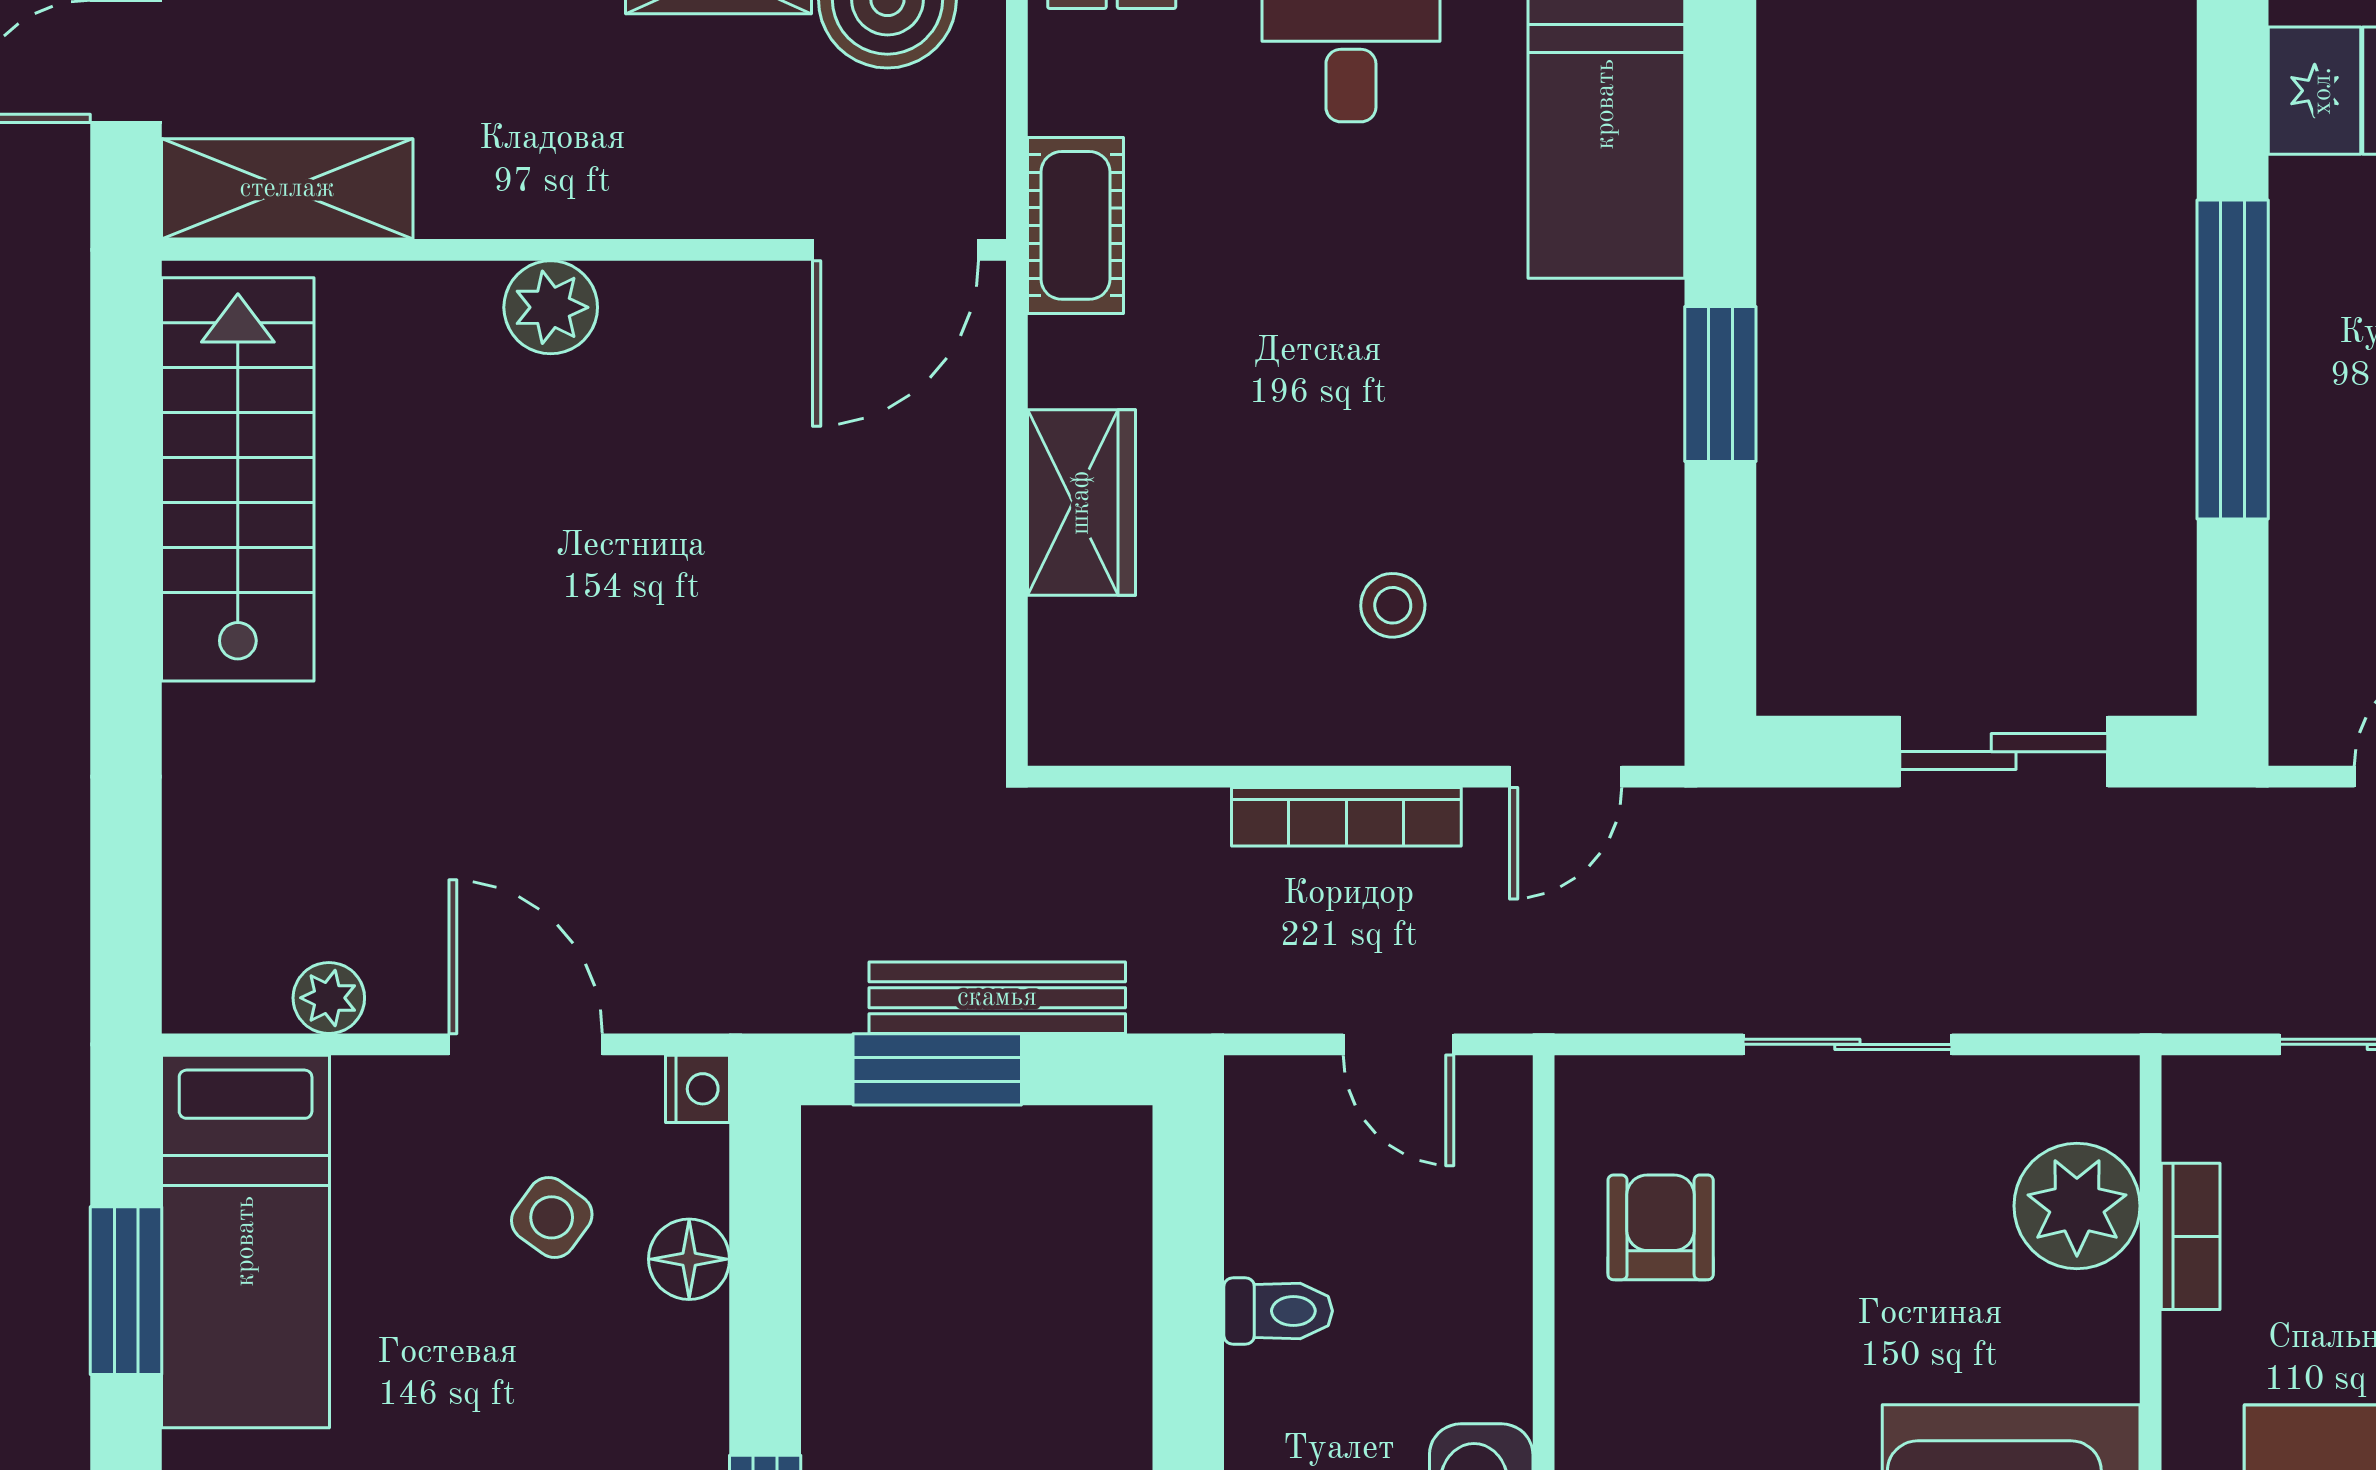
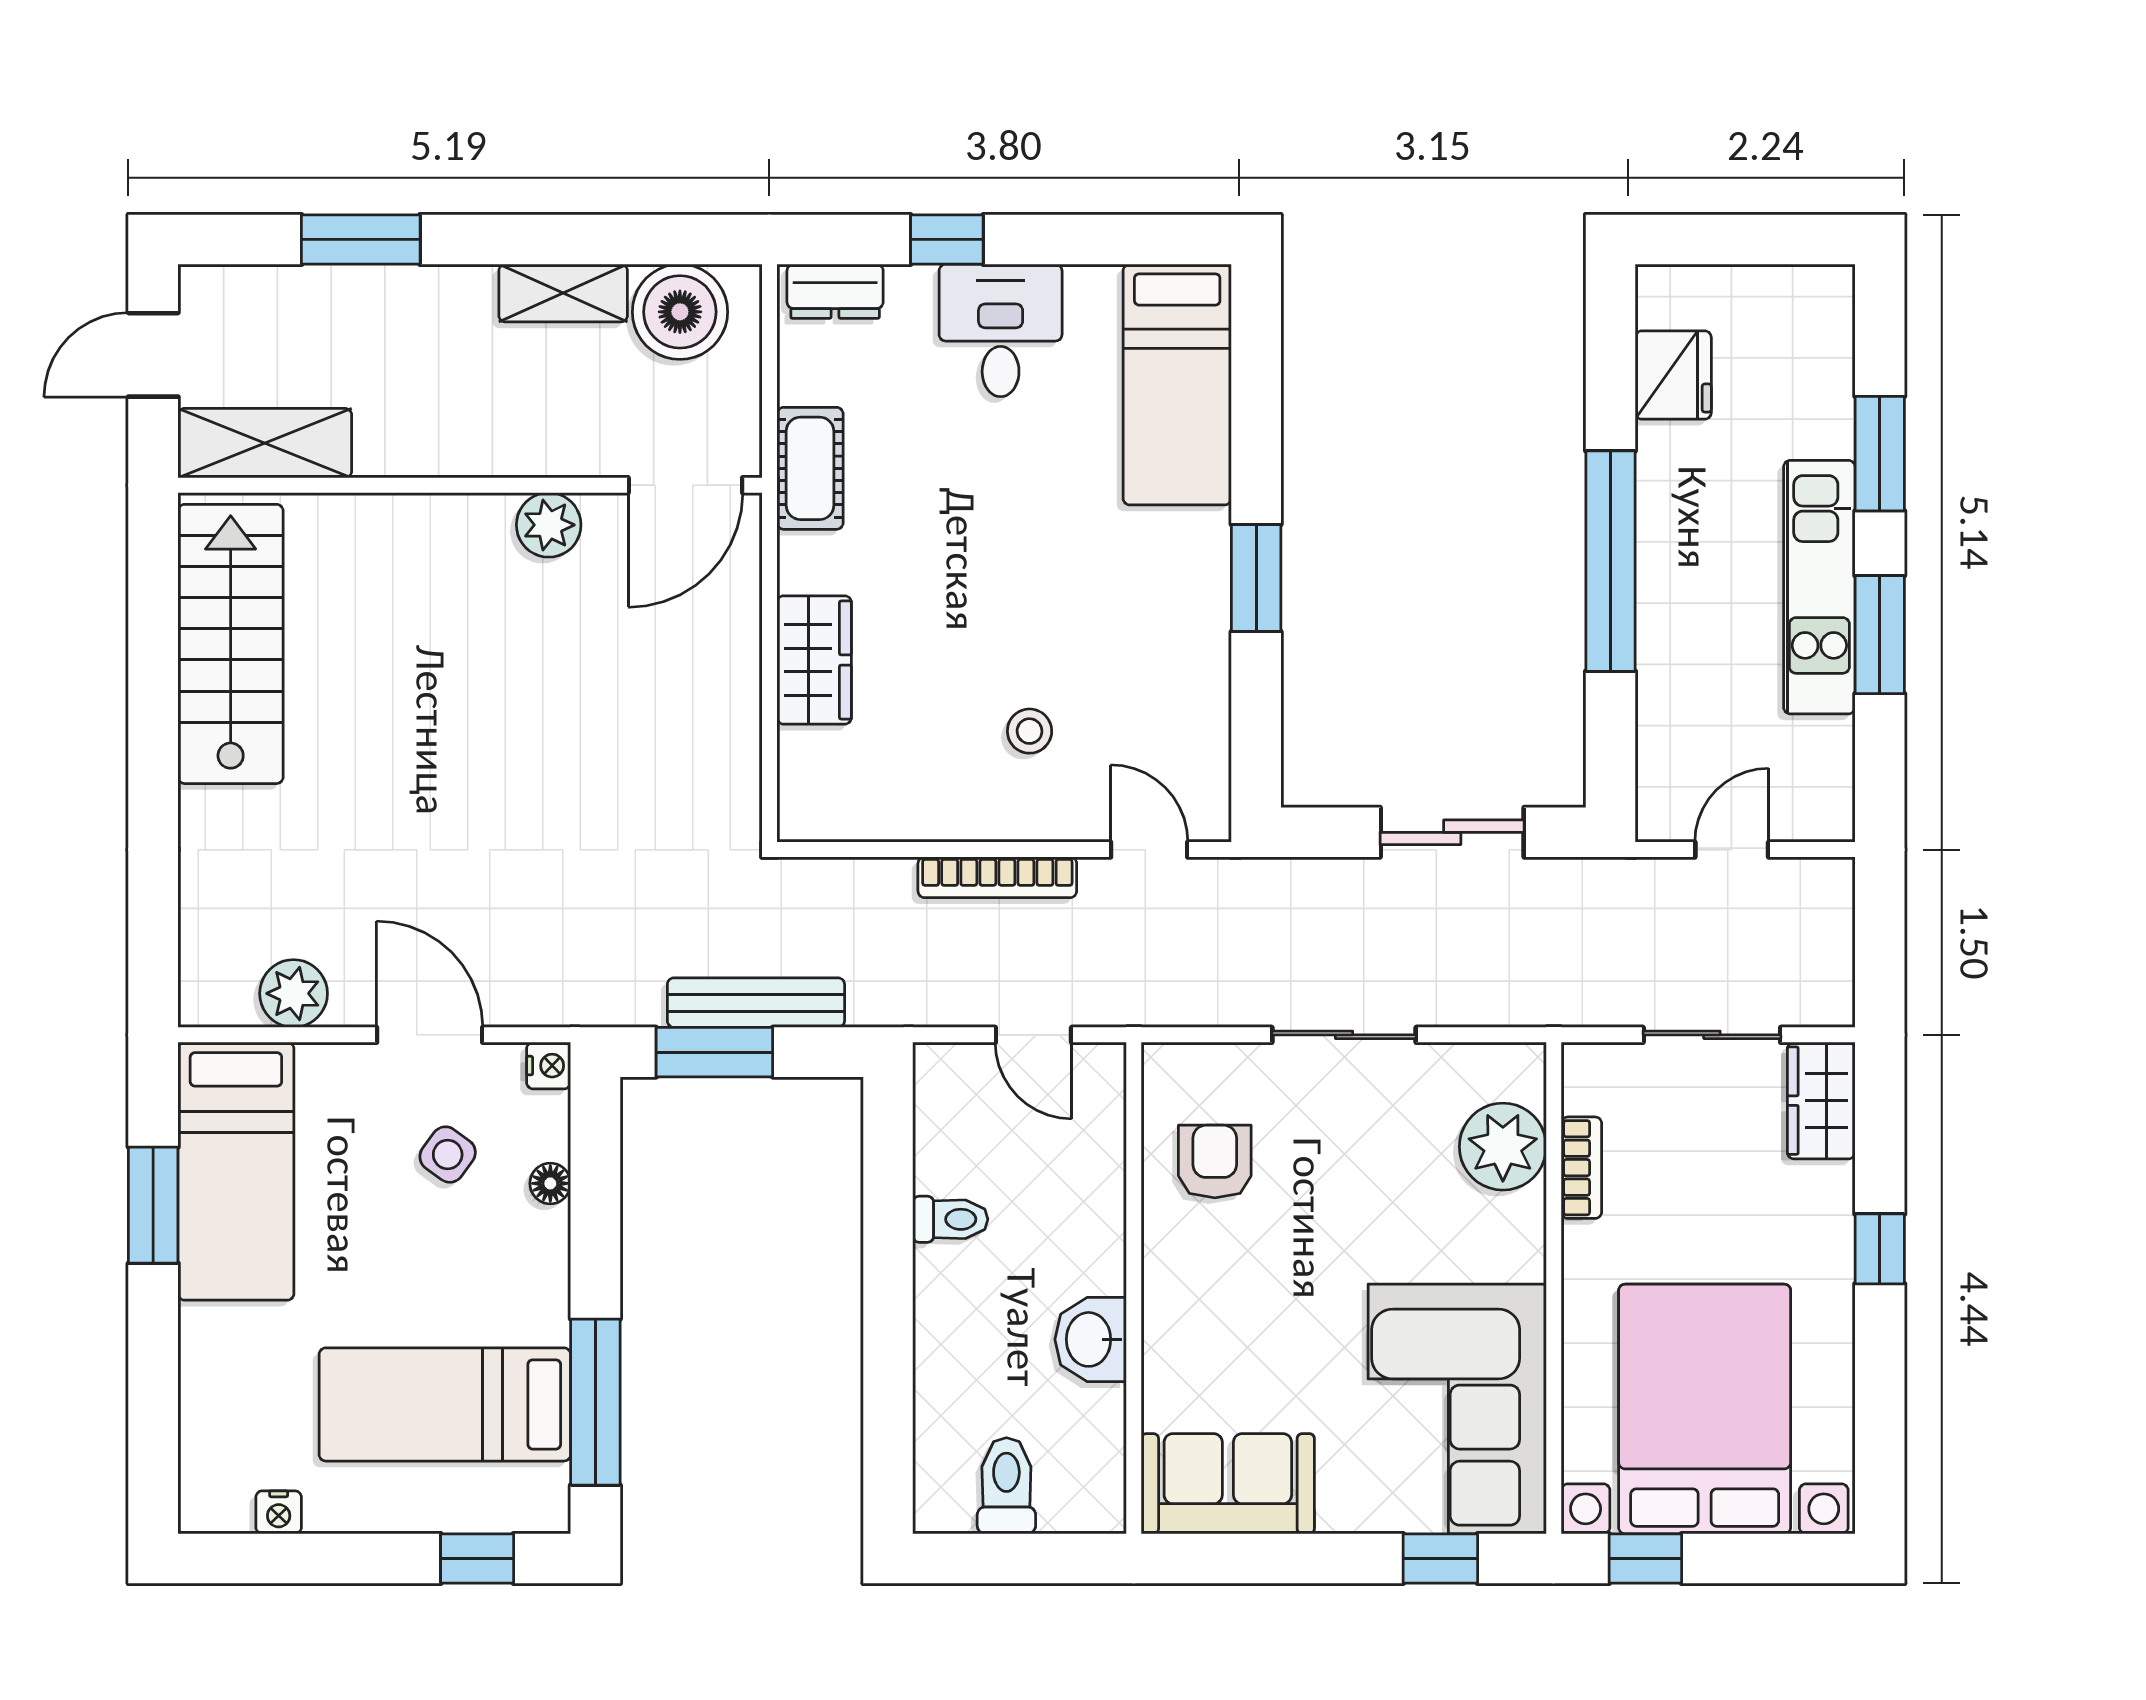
plant: (551, 307) -> (549, 525), moved
door: (1566, 777) -> (1149, 850), swing flipped
plant: (329, 998) -> (294, 993), width x1.38, depth x1.38
floor lamp: (689, 1259) -> (550, 1183), width x0.73, depth x0.73

